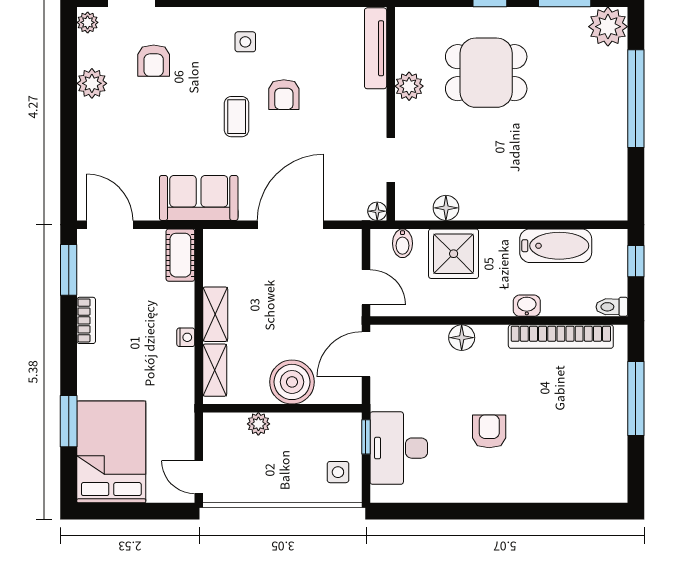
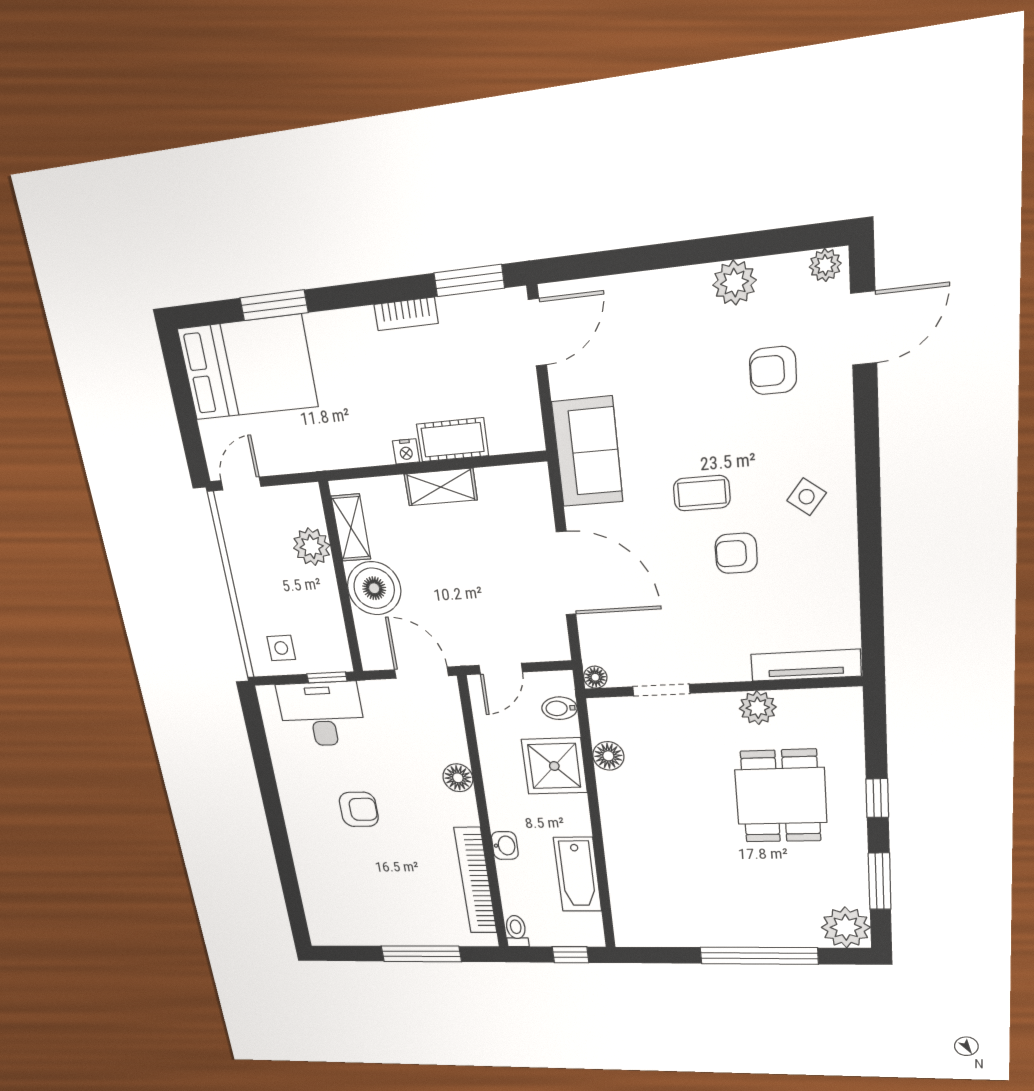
side table: (245, 42) -> (807, 497), turned 38
cot: (180, 255) -> (453, 440), moved
shelving: (215, 370) -> (351, 528), moved, turned 90
plant: (258, 424) -> (312, 547), width x1.38, depth x1.38

